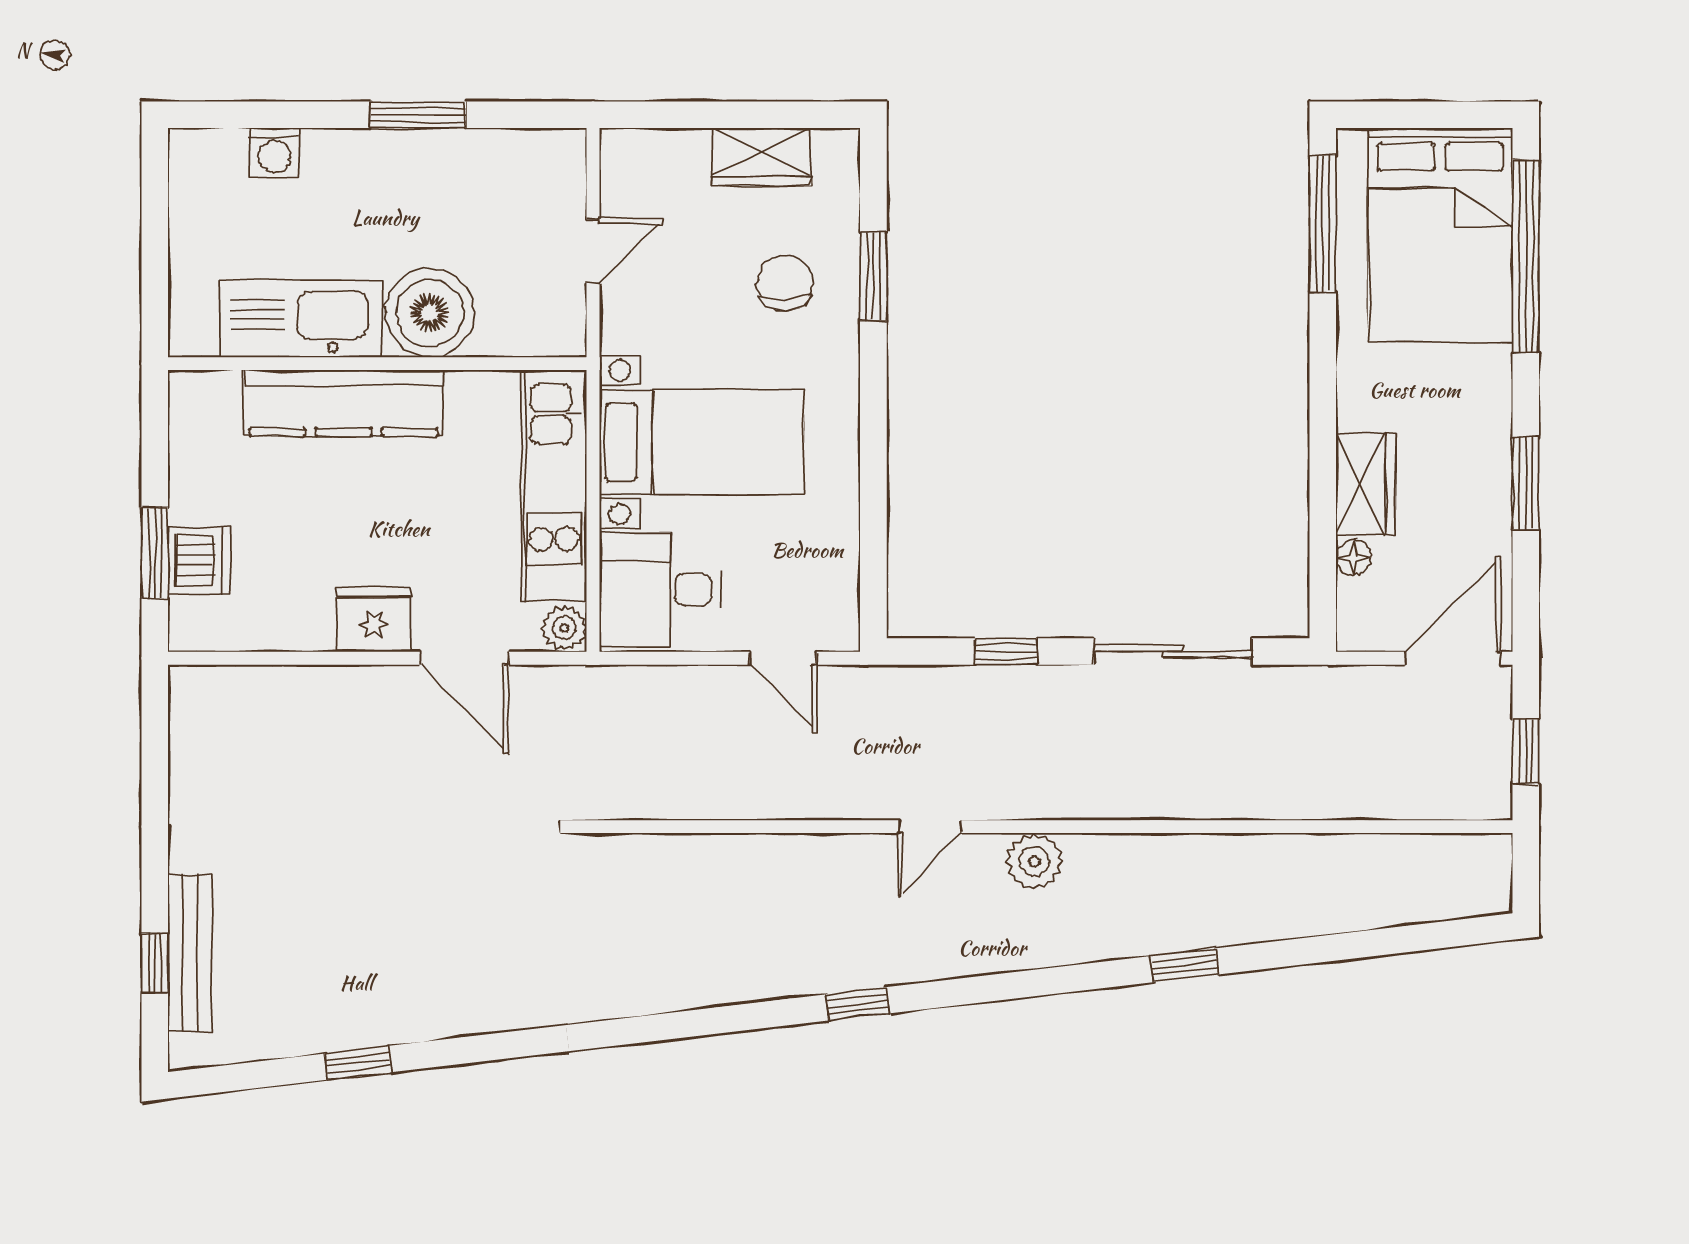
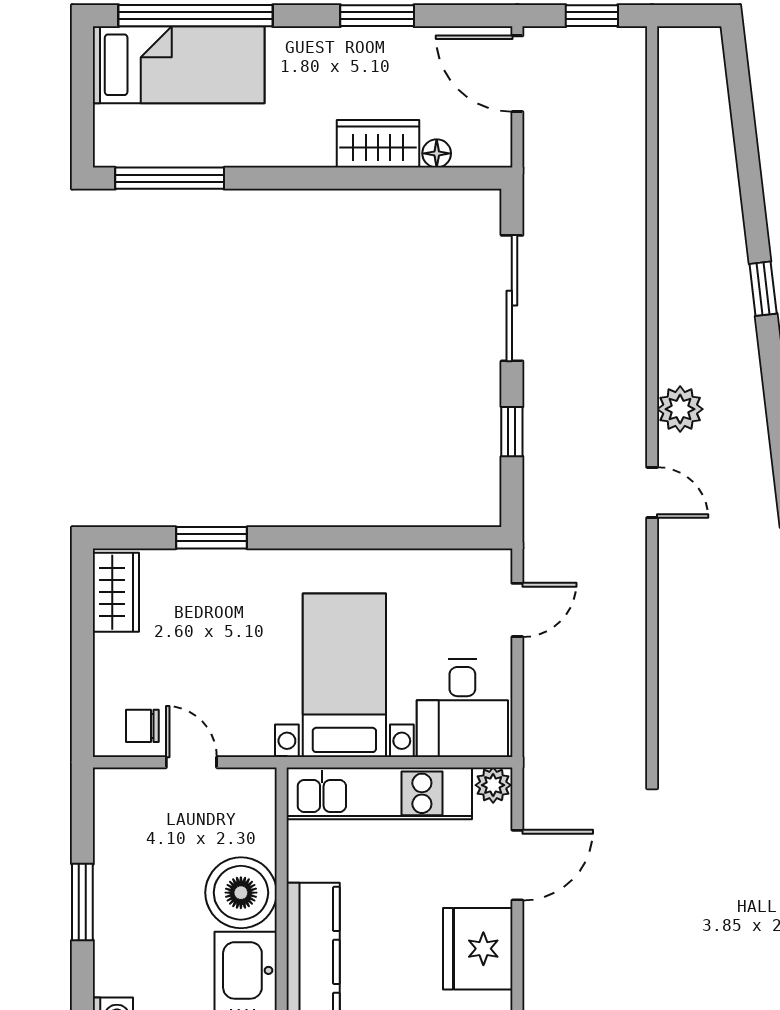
wardrobe: (762, 157) -> (116, 592), moved
bed: (1440, 235) -> (179, 65), width x0.67
chair: (785, 283) -> (142, 726), moved, width x0.73, depth x0.73
fridge: (374, 620) -> (478, 949), width x1.36, depth x1.34

